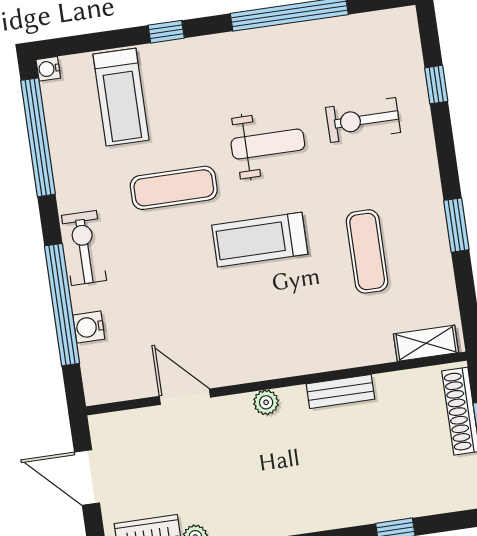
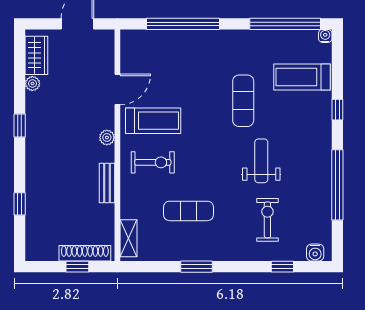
weight bench: (268, 144) -> (261, 161), turned 180
treadmill: (260, 240) -> (153, 121), moved, turned 90
exercise bike: (84, 248) -> (153, 162), moved
water cooler: (89, 327) -> (315, 253), moved, turned 180

